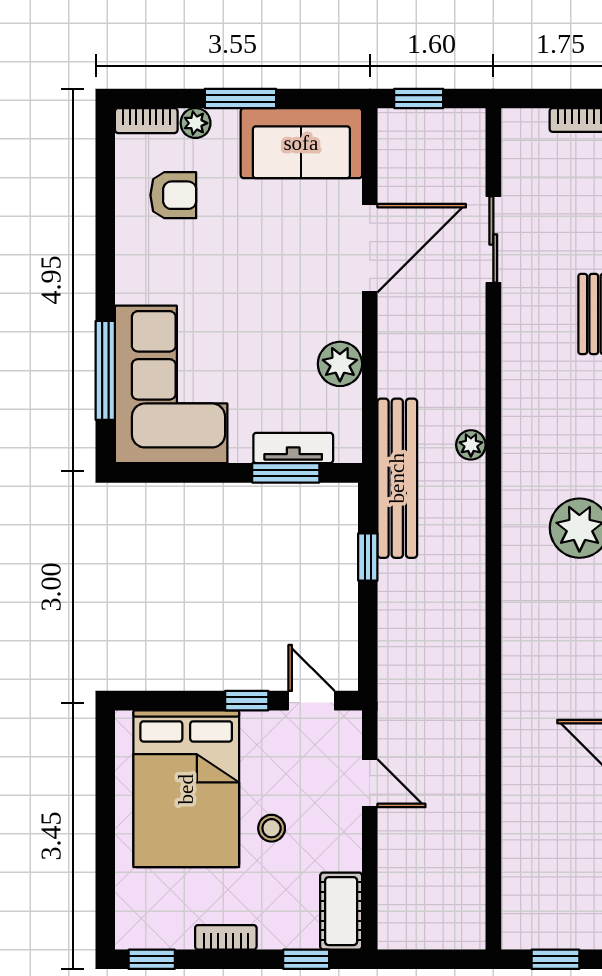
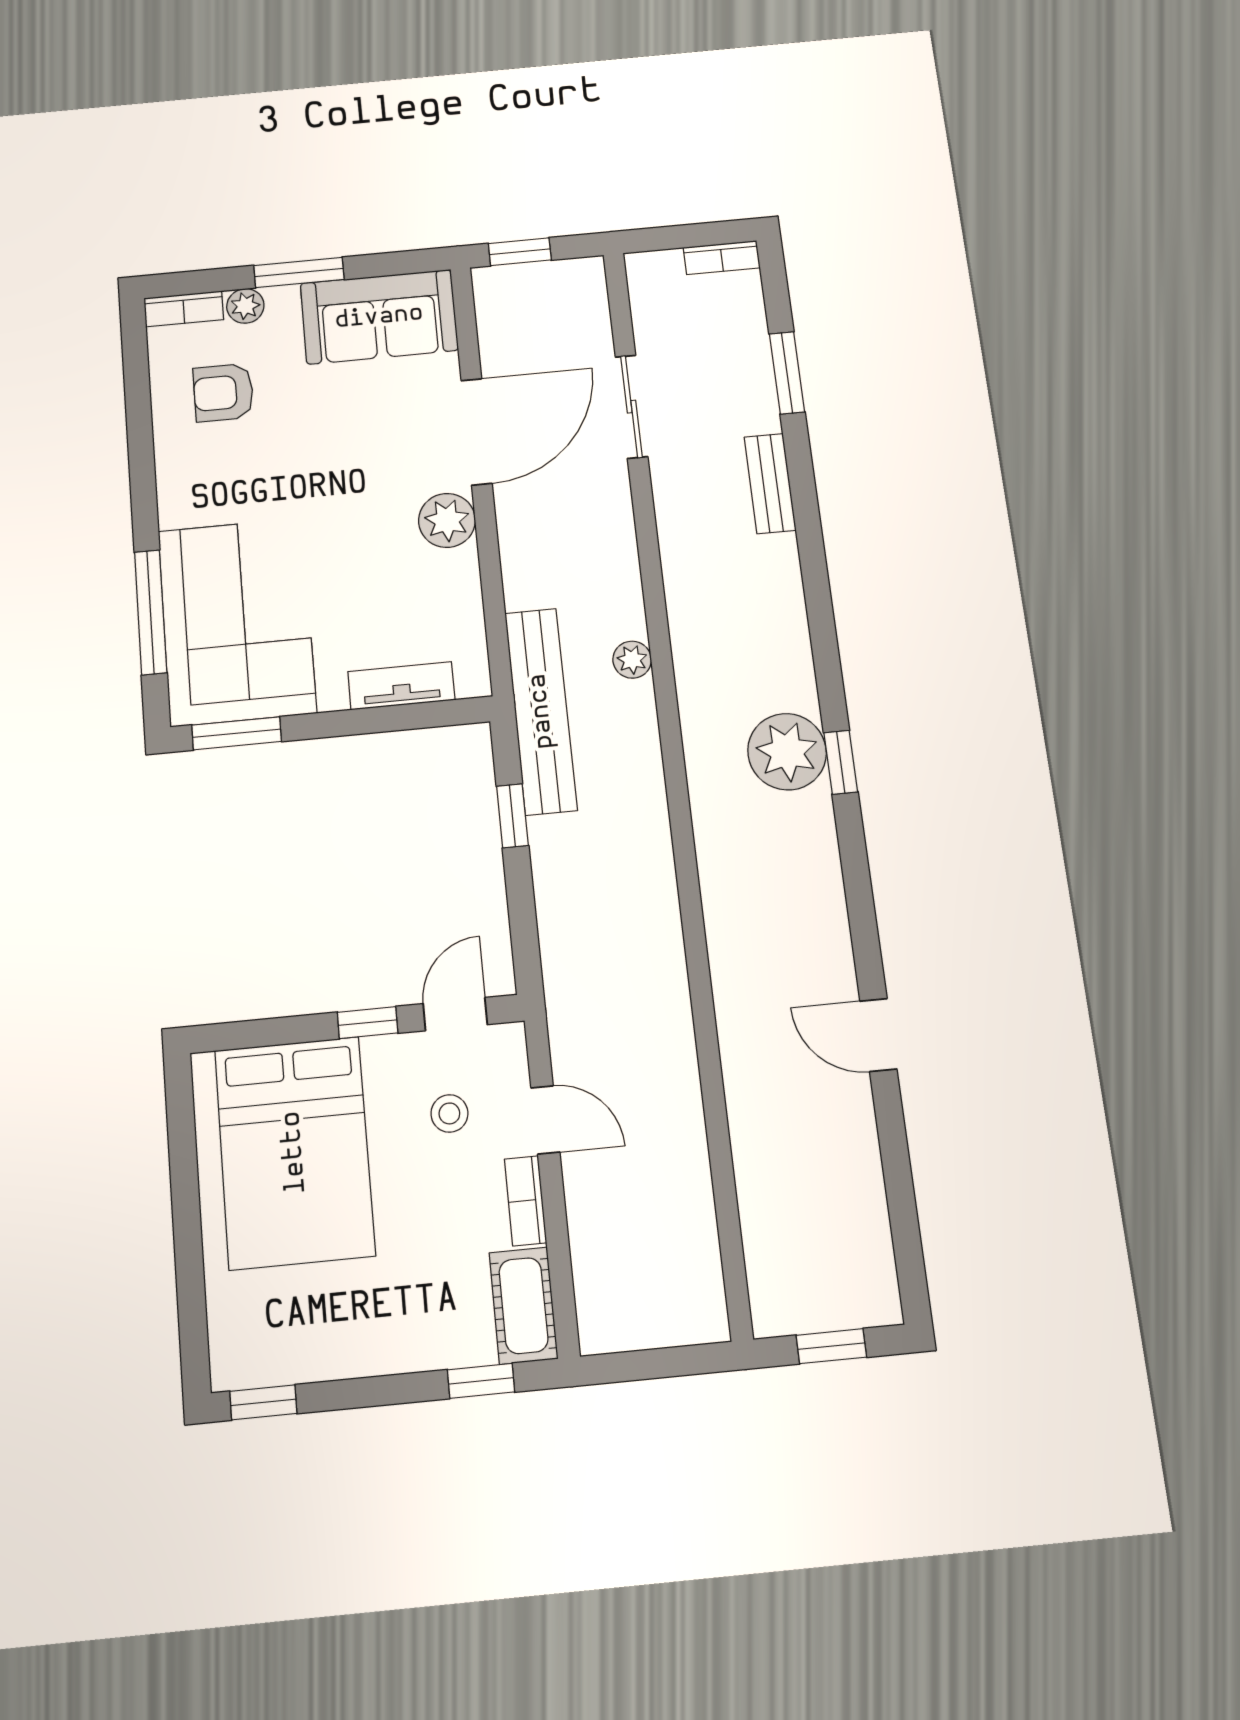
armchair: (173, 195) -> (223, 393), turned 180
plant: (340, 364) -> (447, 520), moved
window: (286, 473) -> (237, 733), moved
door: (311, 701) -> (455, 1014), hinge flipped
stool: (272, 828) -> (449, 1113), moved
bookcase: (226, 937) -> (526, 1201), moved, turned -90

